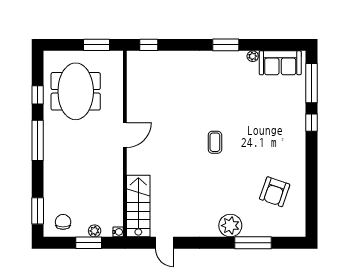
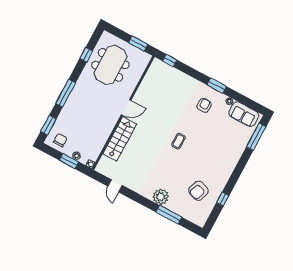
armchair: (223, 79) -> (204, 105), added
window: (311, 123) -> (223, 199), moved
window: (38, 140) -> (66, 93), moved
stairs: (138, 206) -> (120, 139), moved

